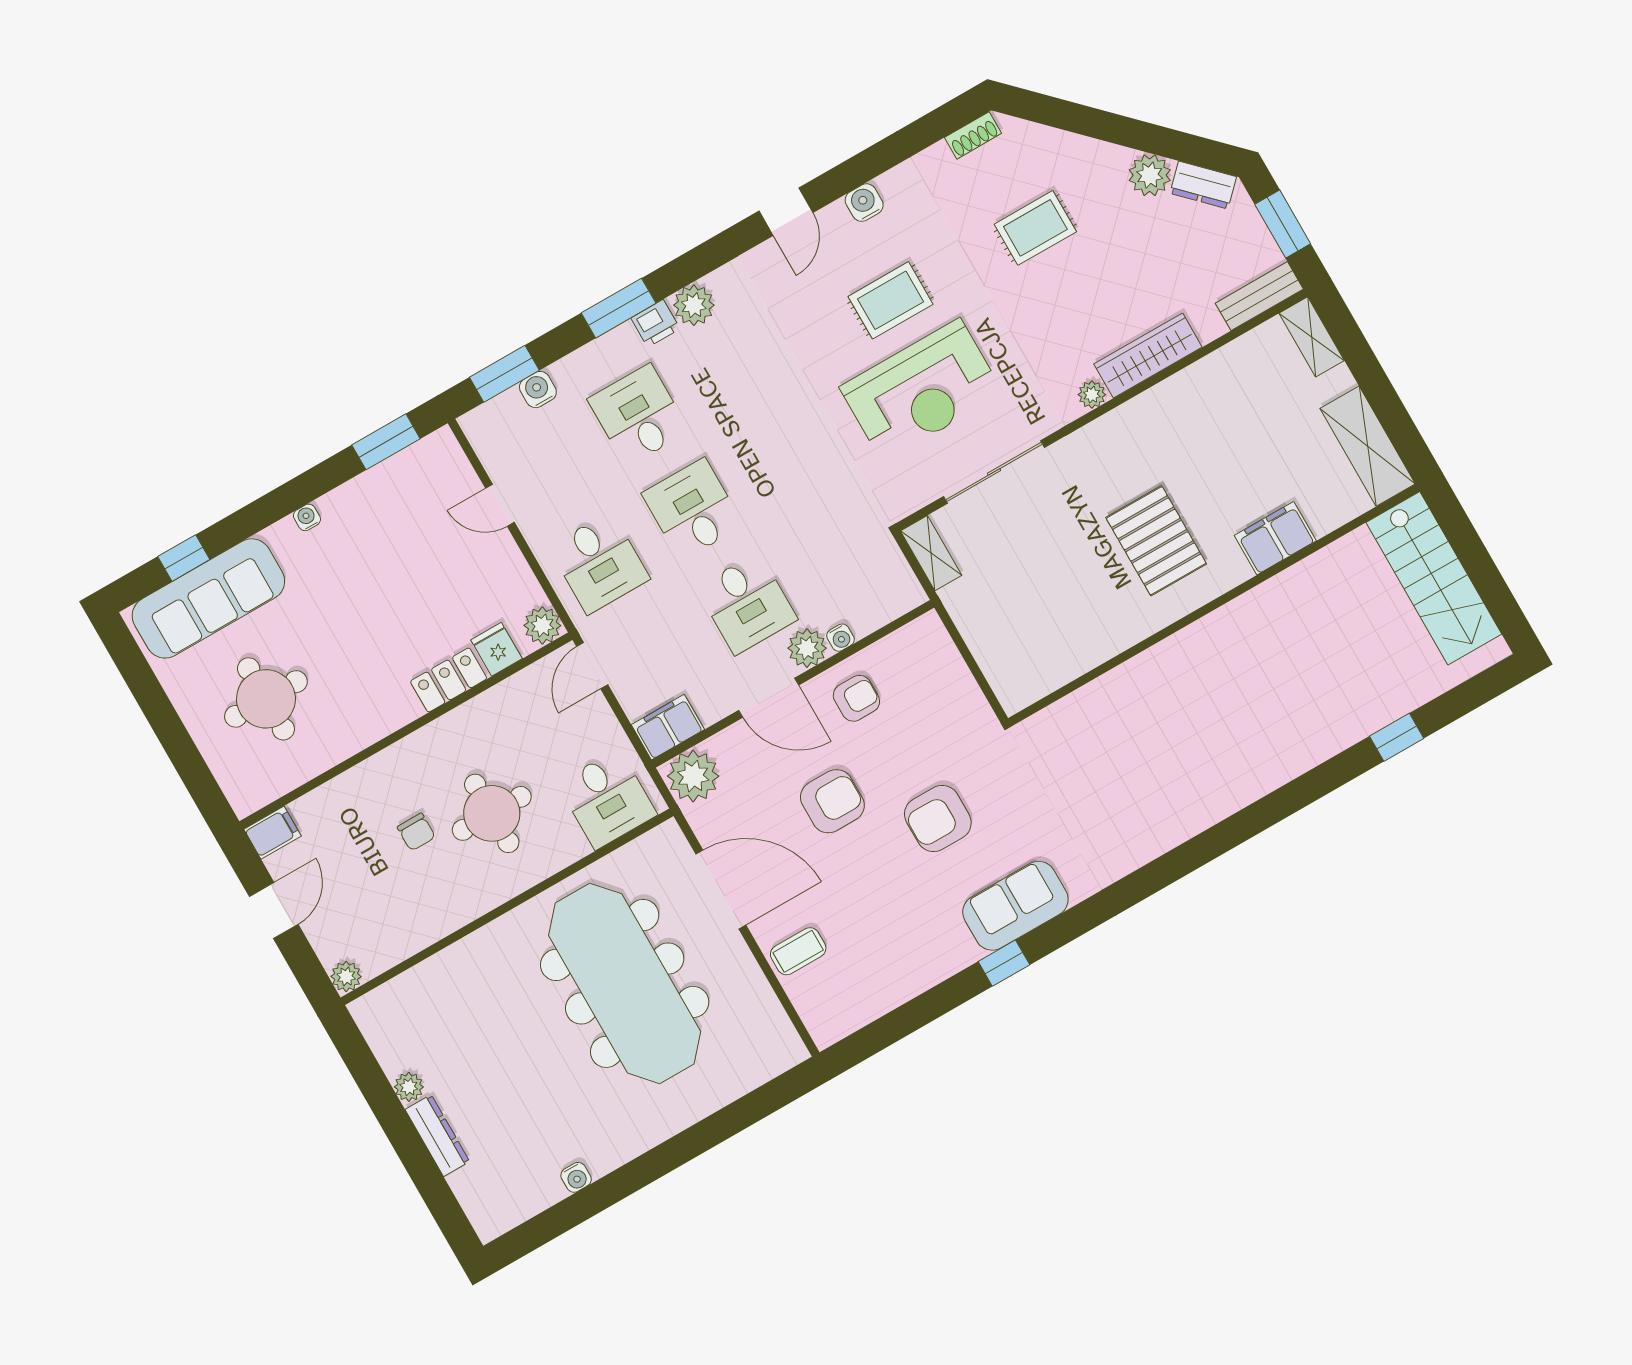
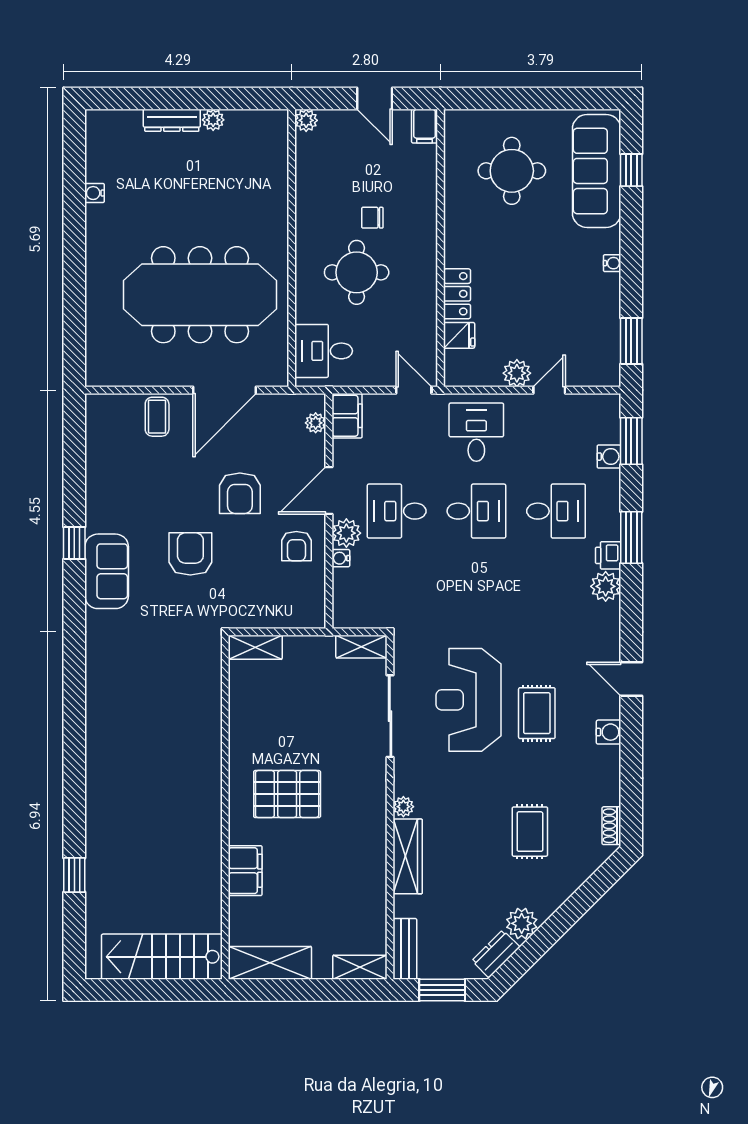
desk: (599, 563) -> (476, 432), turned 90
plant: (542, 625) -> (517, 373), moved
shelving: (1004, 678) -> (255, 647), added
plant: (693, 776) -> (316, 423), width x0.53, depth x0.53

